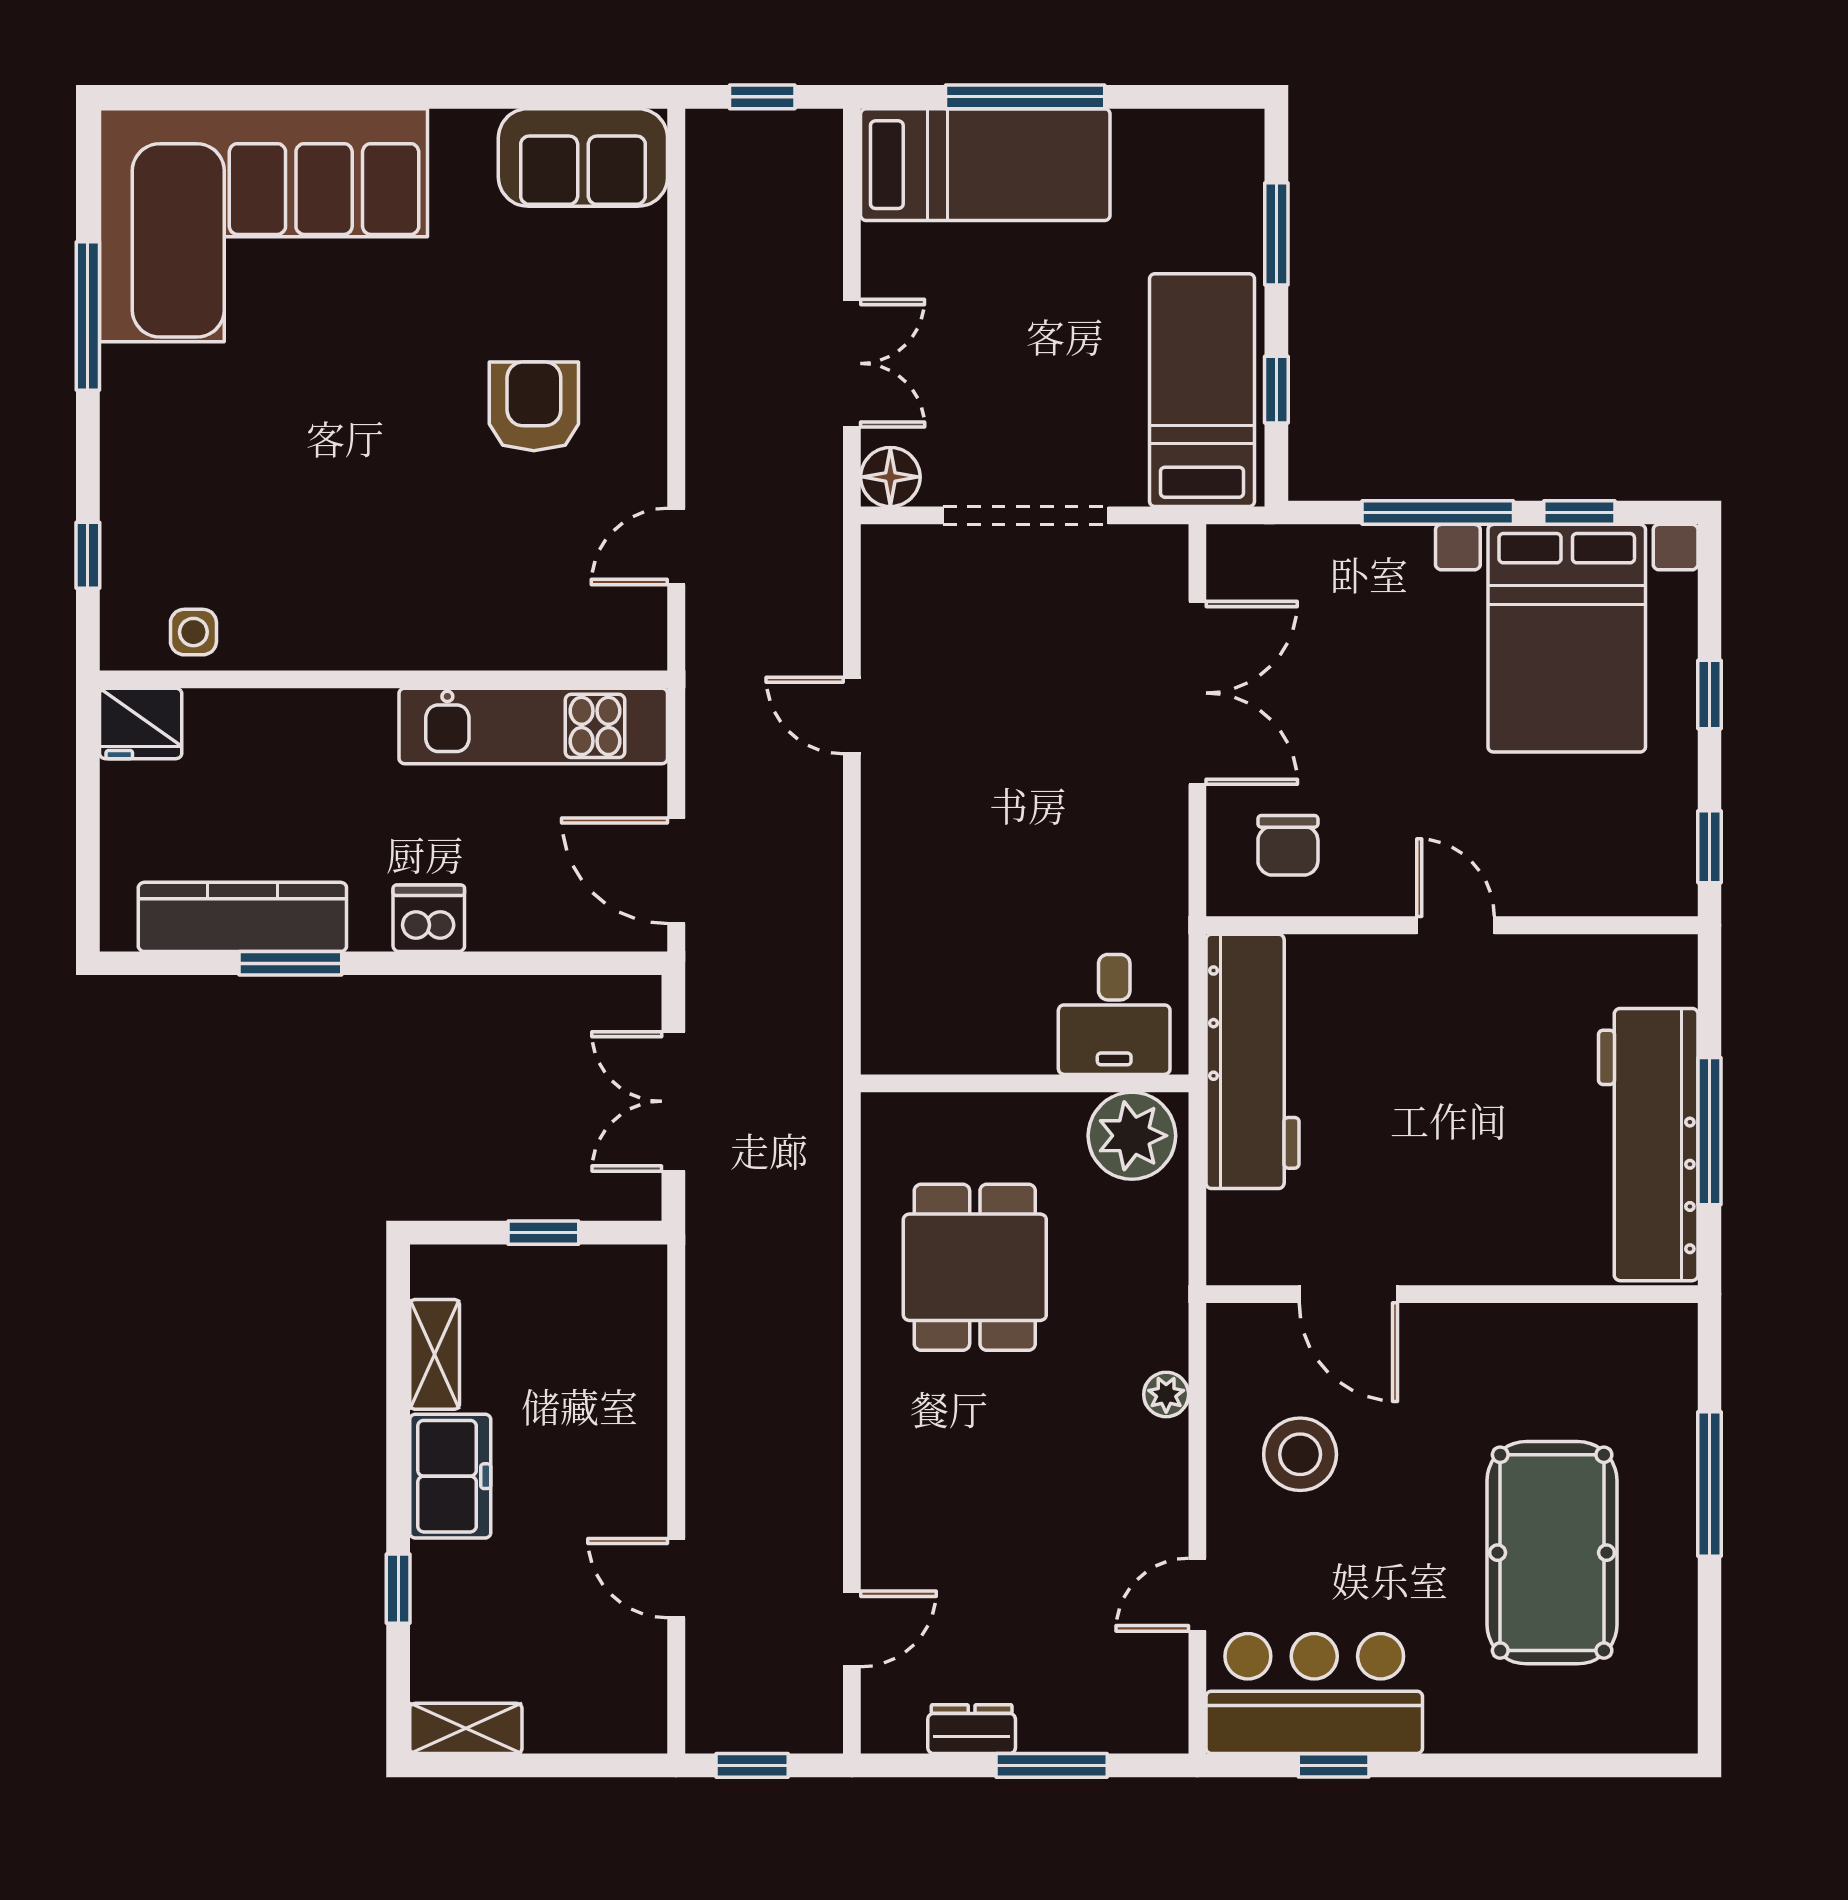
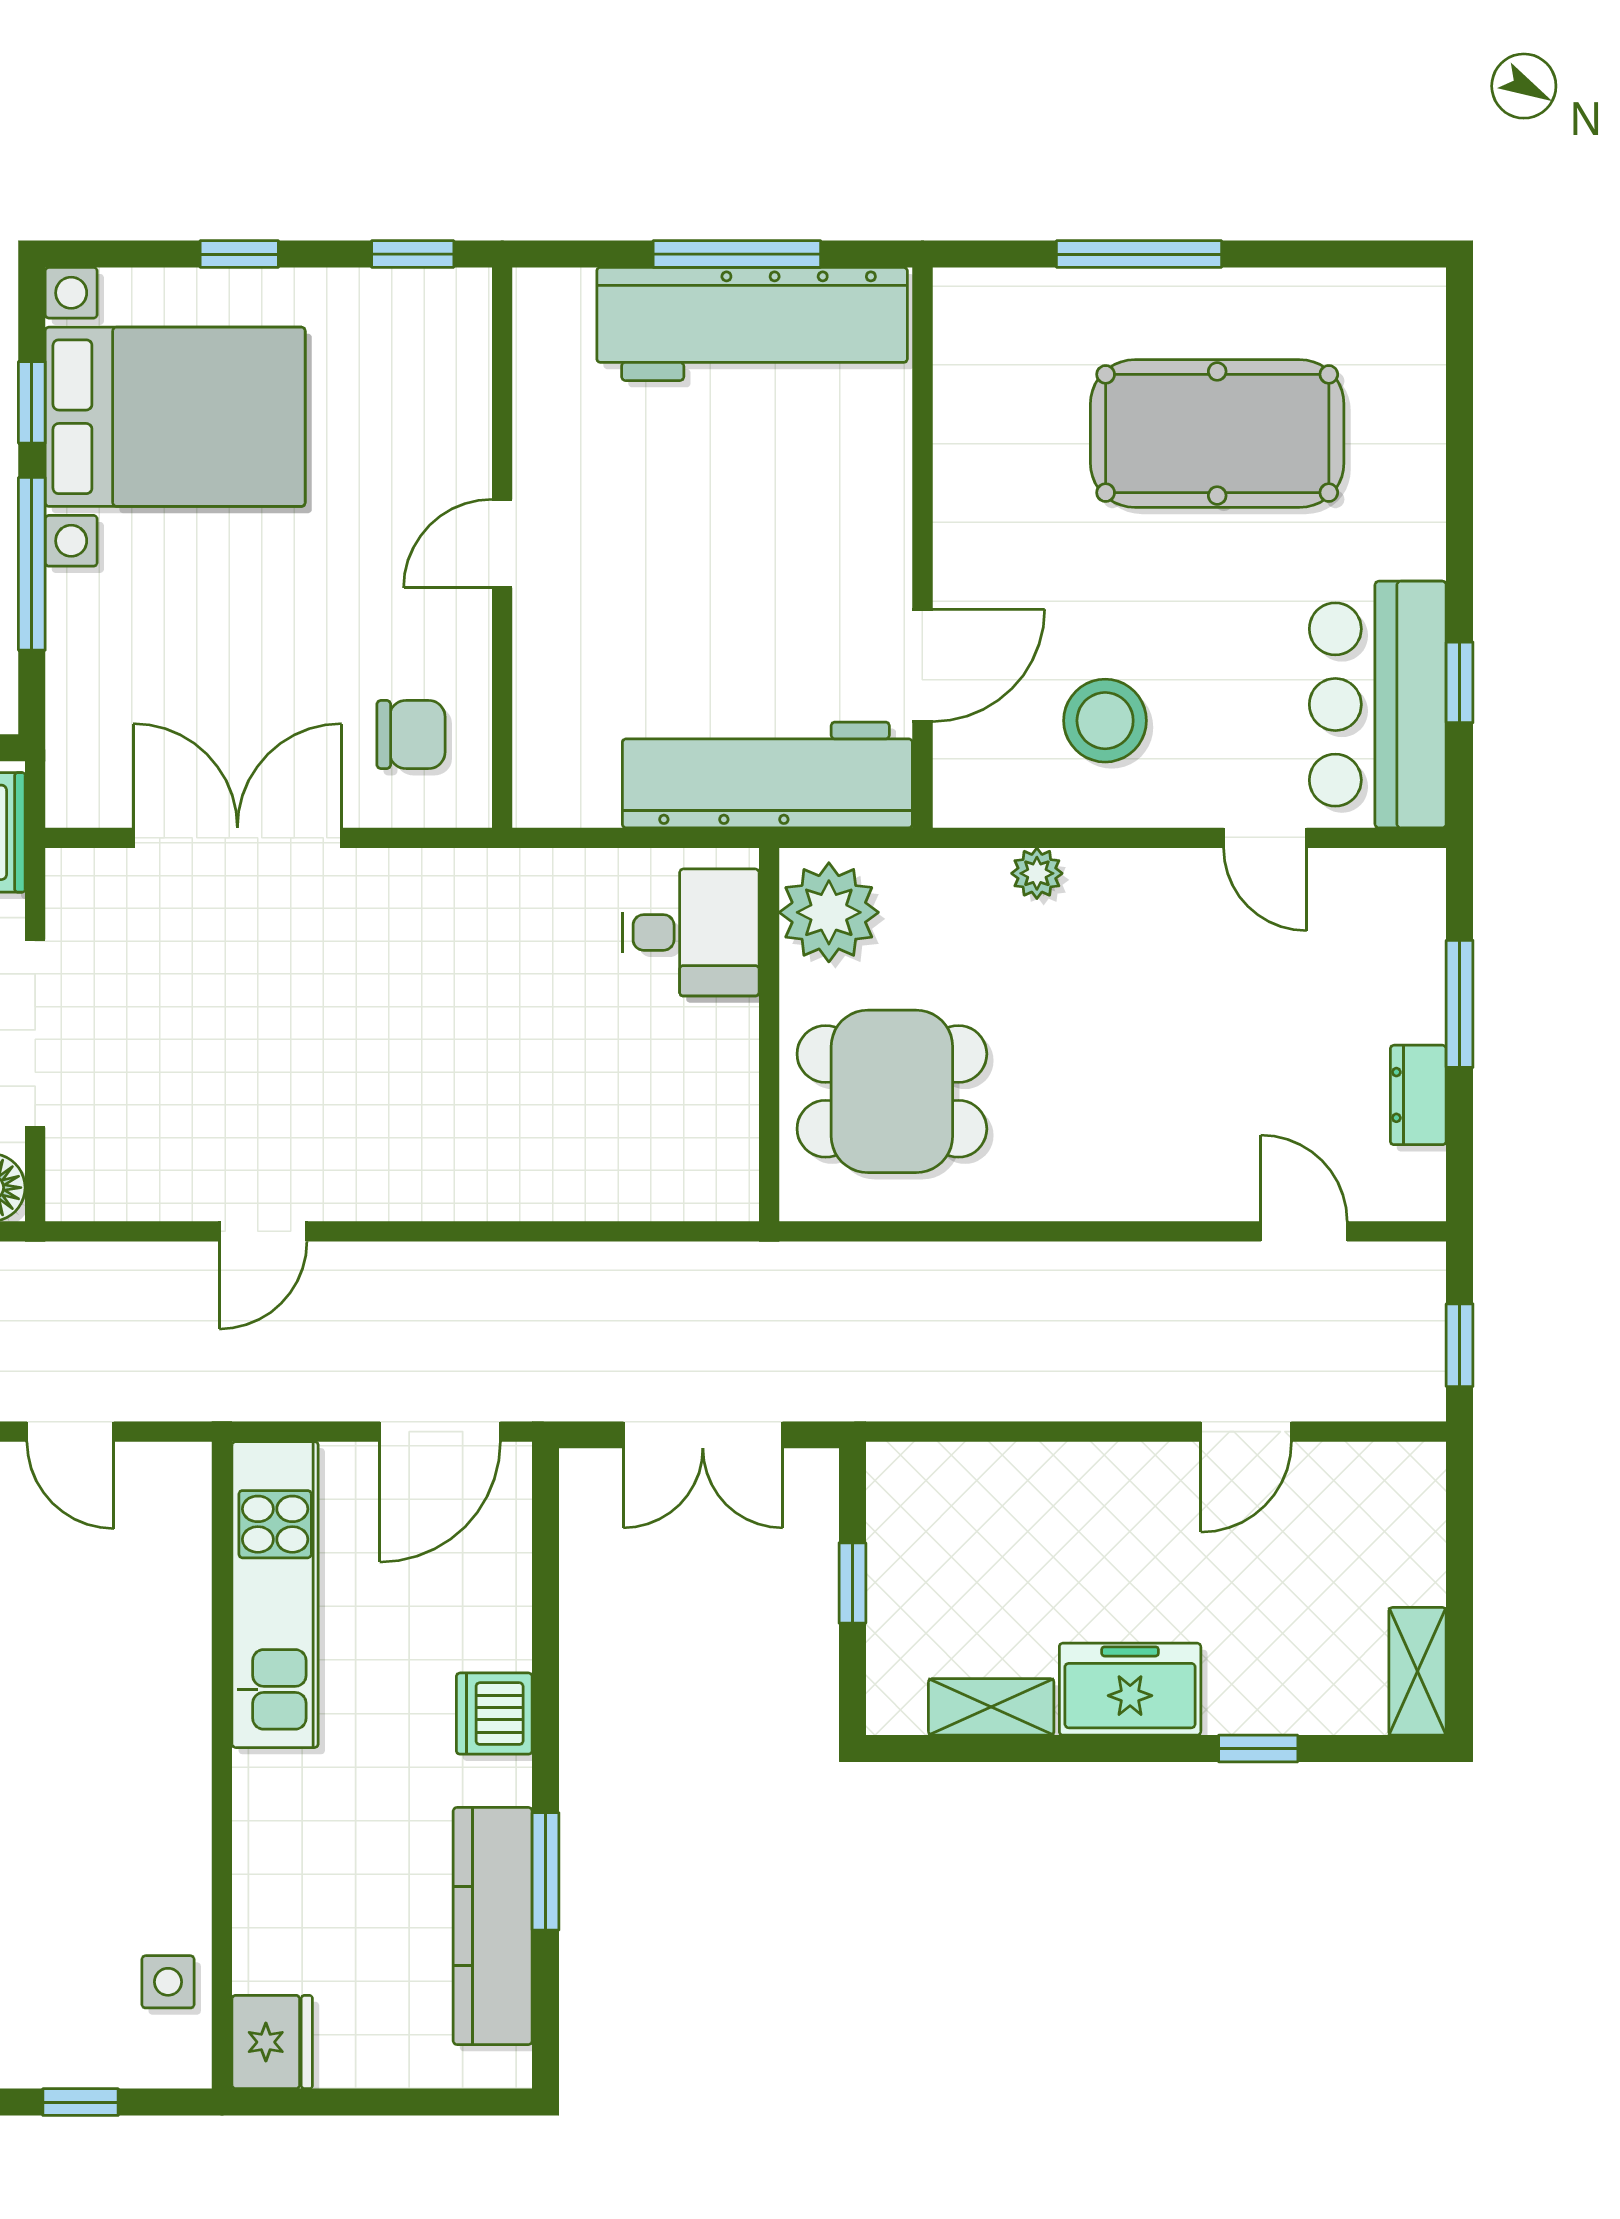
desk: (1114, 1014) -> (691, 932), moved
workbench: (1252, 1061) -> (767, 775), moved
wall: (1025, 1083) -> (769, 1035), moved
plant: (1132, 1136) -> (829, 912), moved

